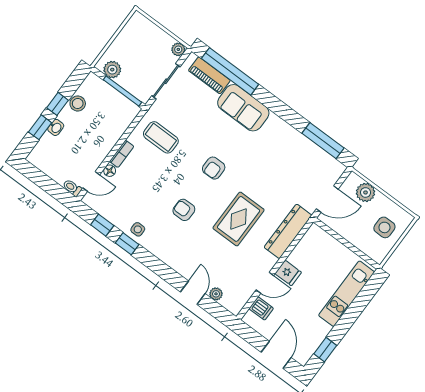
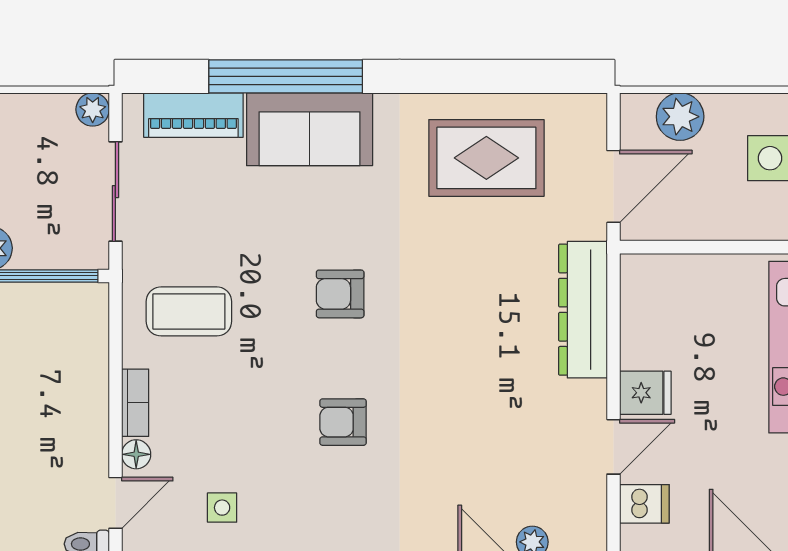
window: (230, 71) -> (286, 76), moved
window: (323, 141) -> (518, 76), removed
armchair: (214, 168) -> (340, 294), turned 90
rug: (239, 219) -> (486, 158), moved, turned 90
side table: (138, 229) -> (222, 508), moved

